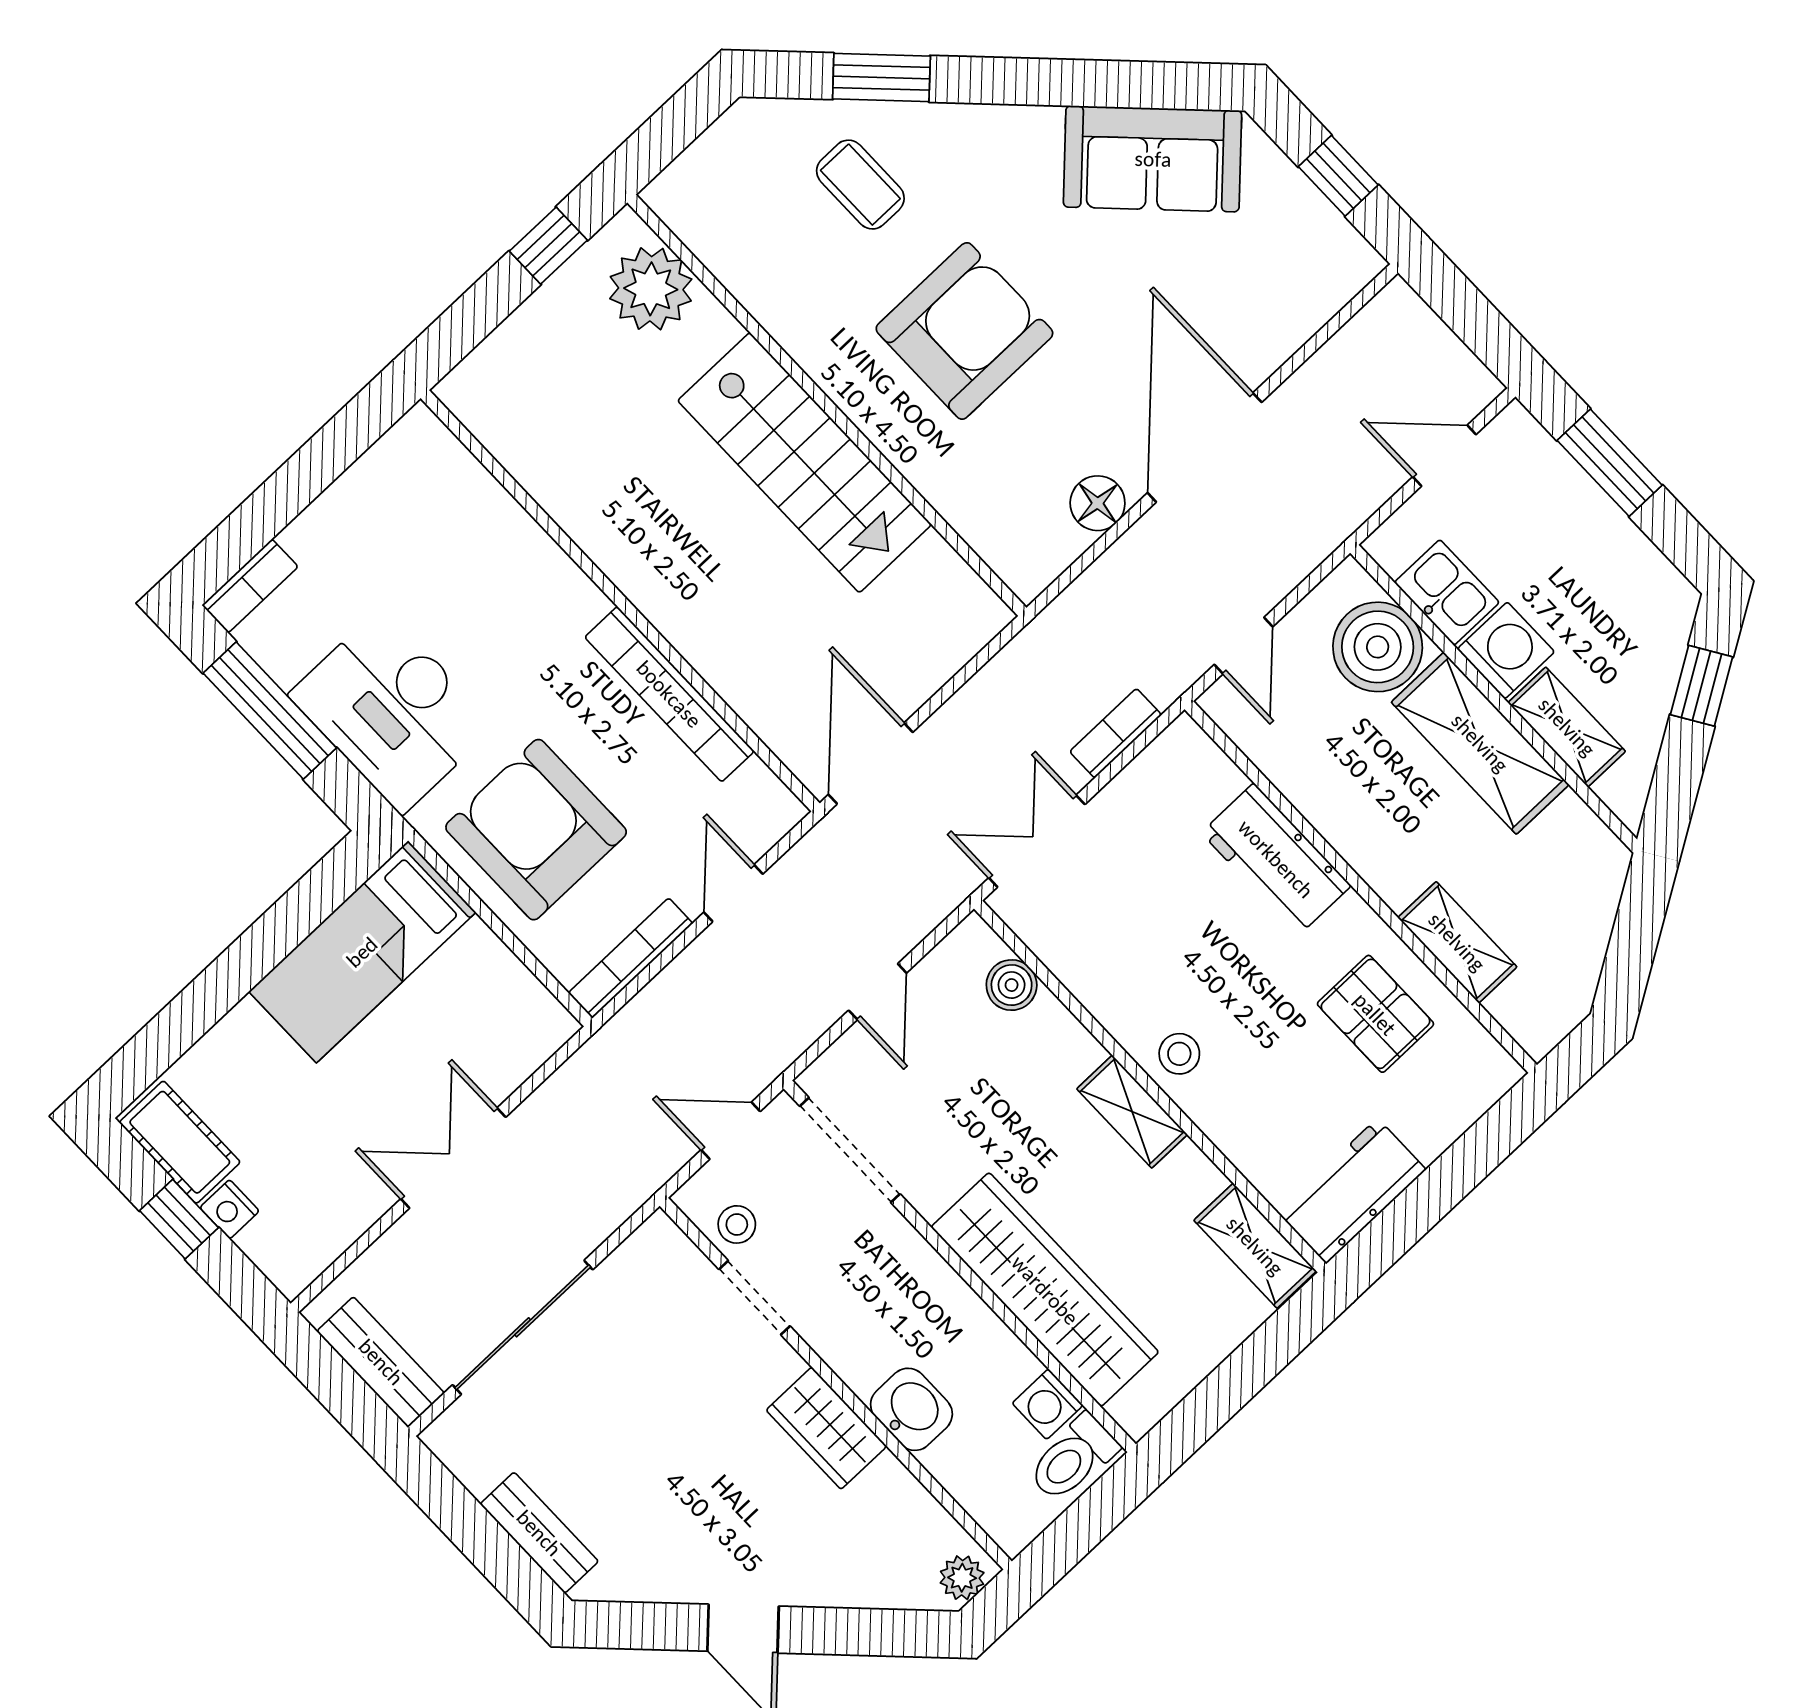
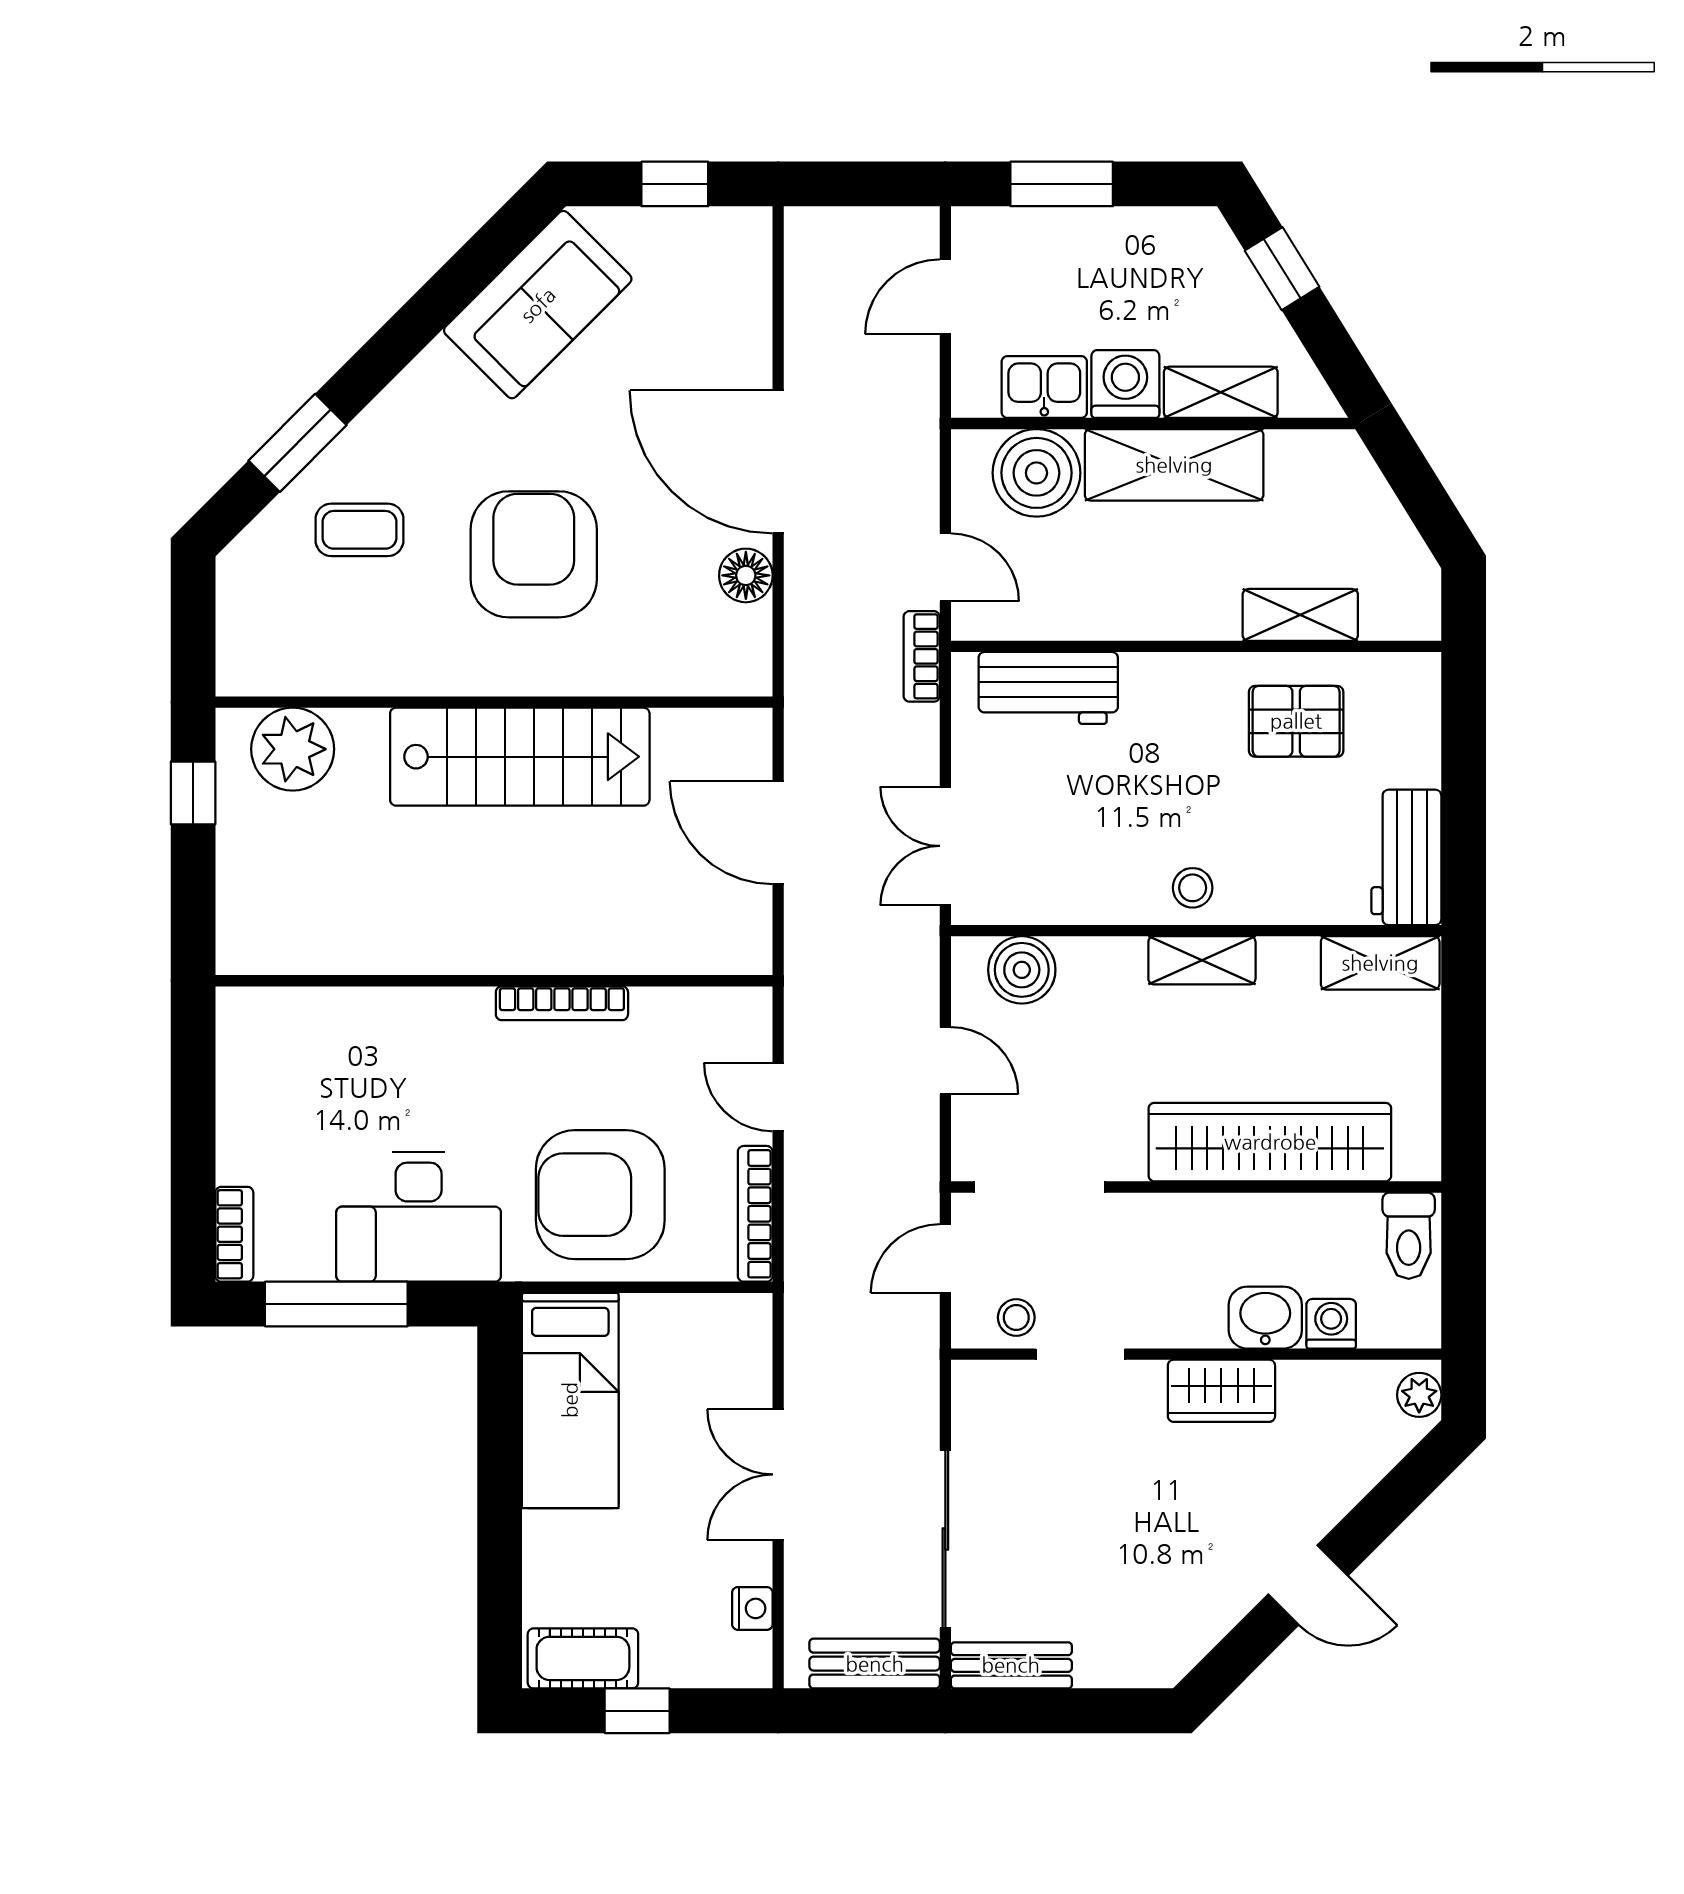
bookcase: (669, 694) -> (562, 1003), width x0.68, depth x0.76
bookcase: (1116, 733) -> (922, 656), moved
door: (871, 763) -> (778, 833), moved
workbench: (1276, 859) -> (1048, 688), moved
boiler: (1012, 985) -> (1022, 970), width x1.36, depth x1.36
nightstand: (229, 1209) -> (752, 1608), moved, turned -90
washing machine: (1048, 1404) -> (1331, 1324), moved, turned 180
bench: (539, 1533) -> (1011, 1665), moved

